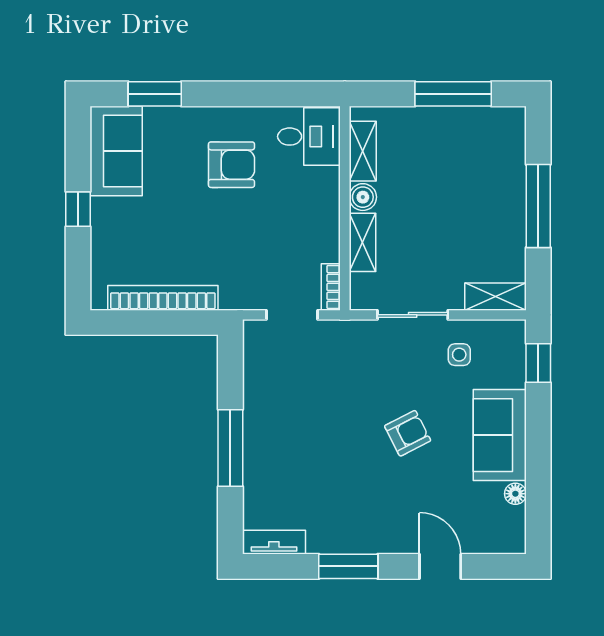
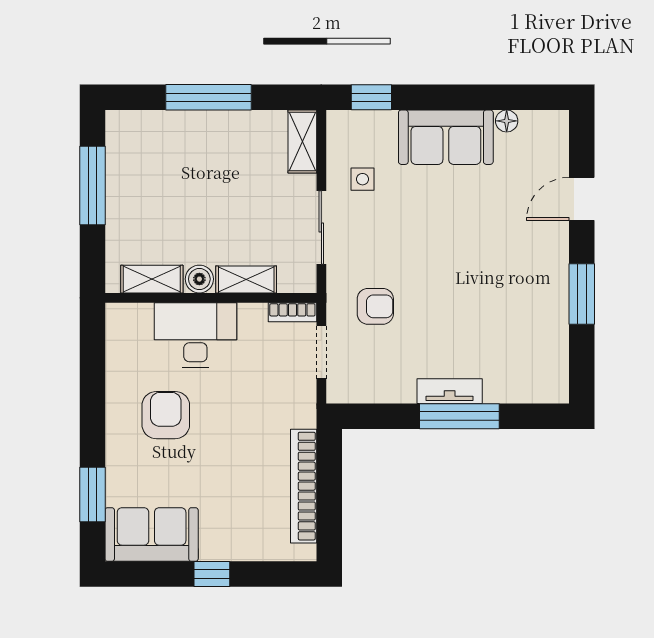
desk: (309, 137) -> (195, 335), moved, width x1.37
armchair: (408, 433) -> (375, 306), moved, turned 117
tv unit: (274, 542) -> (450, 391), moved, turned 90

